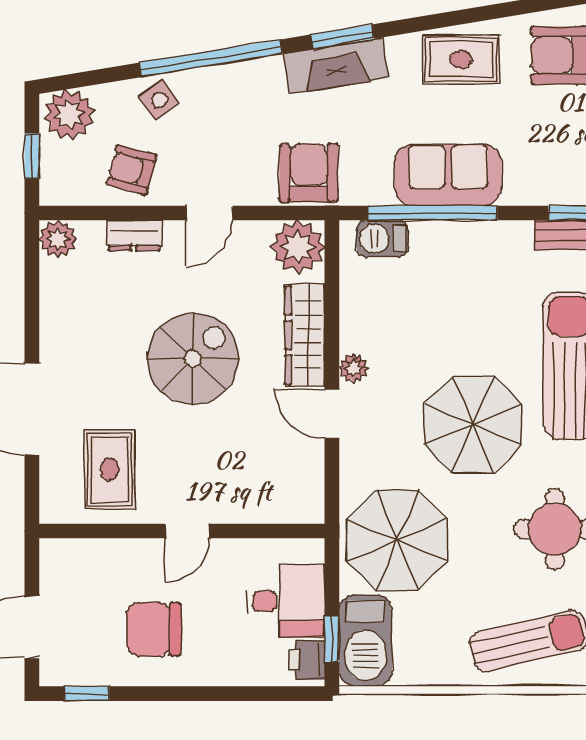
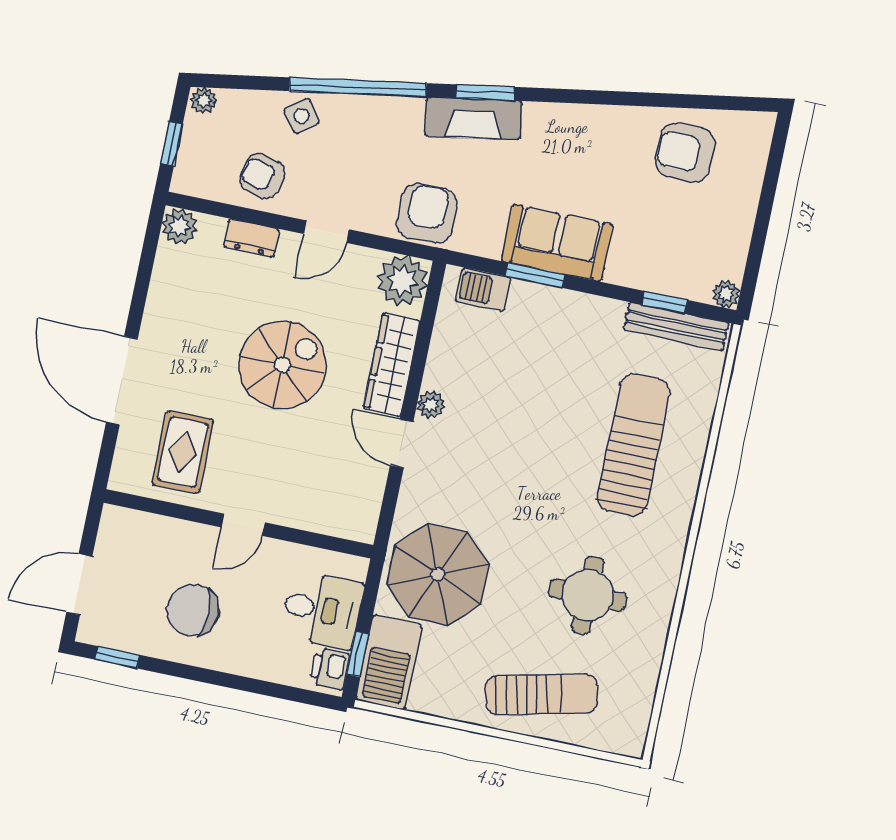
rug: (461, 59) -> (592, 137), removed
plant: (69, 114) -> (204, 100), width x0.53, depth x0.53
window: (433, 213) -> (535, 275), width x0.47
parasol: (473, 425) -> (532, 481), removed

